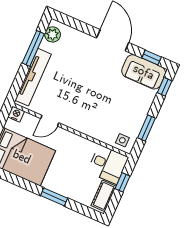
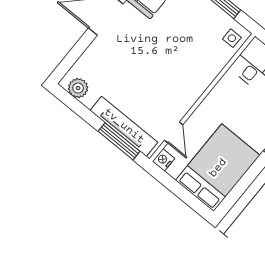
window: (33, 48) -> (119, 141), moved
door: (50, 121) -> (174, 133), moved

